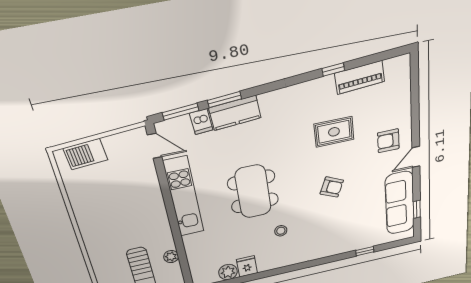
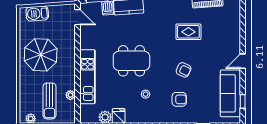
armchair: (388, 141) -> (179, 99), moved, turned 180
dining table: (253, 191) -> (131, 61), turned 90
kitchen unit: (184, 197) -> (87, 77), moved
parasol: (110, 213) -> (41, 55), added

